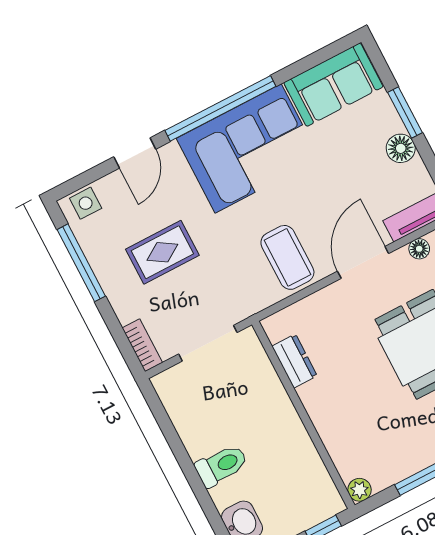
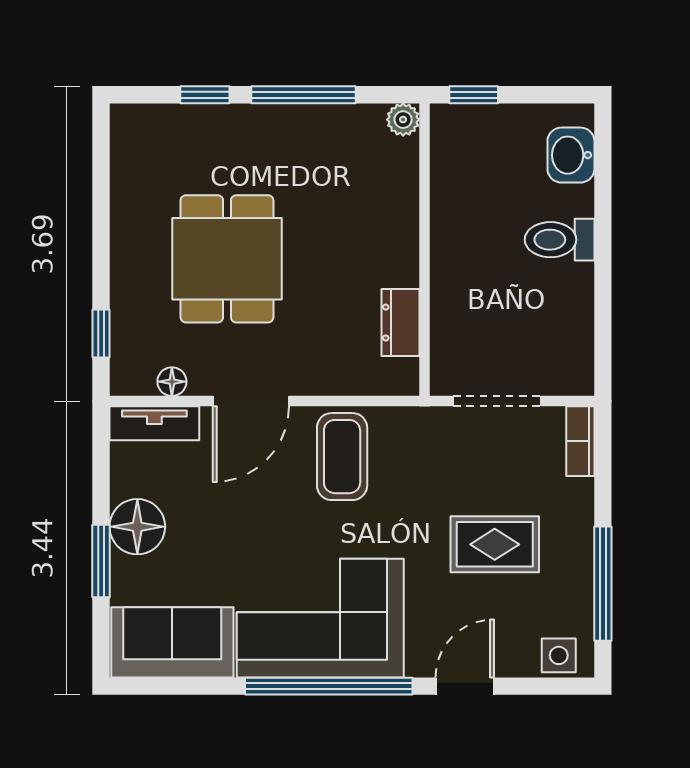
floor lamp: (401, 148) -> (137, 527), width x1.38, depth x1.38

